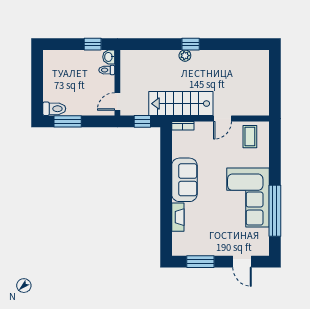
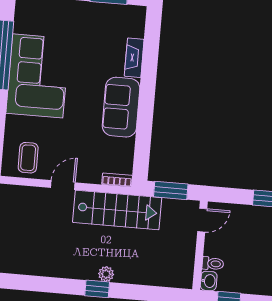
window: (142, 121) -> (171, 190), width x1.50

